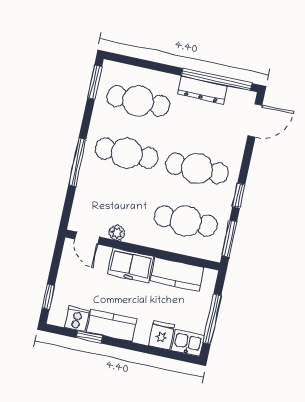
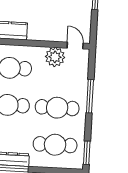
plant: (117, 233) -> (55, 57), width x1.88, depth x1.88
freezer: (131, 265) -> (42, 32), removed

